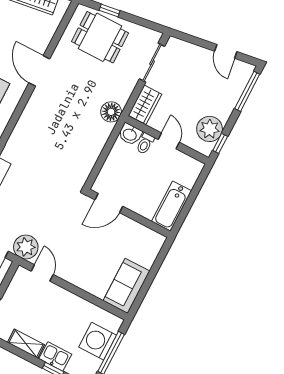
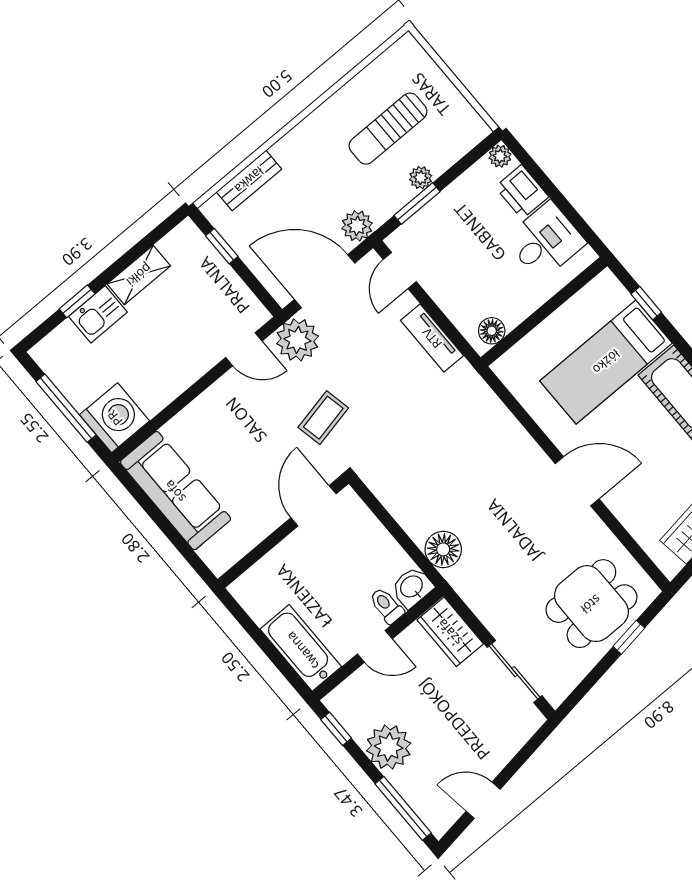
floor lamp: (111, 112) -> (443, 549), moved
plant: (210, 129) -> (389, 747), moved
bathtub: (172, 206) -> (301, 648), moved
coffee table: (61, 217) -> (323, 418), added
sofa: (126, 286) -> (175, 491), width x1.36
washing machine: (98, 341) -> (115, 418), moved

